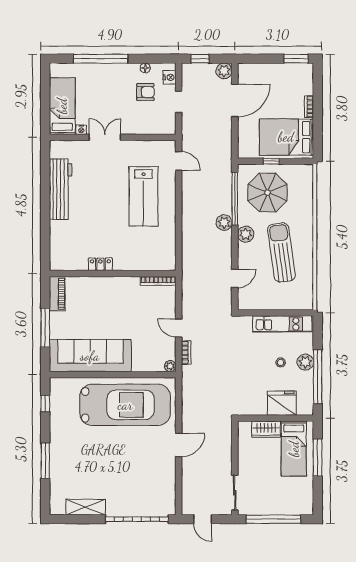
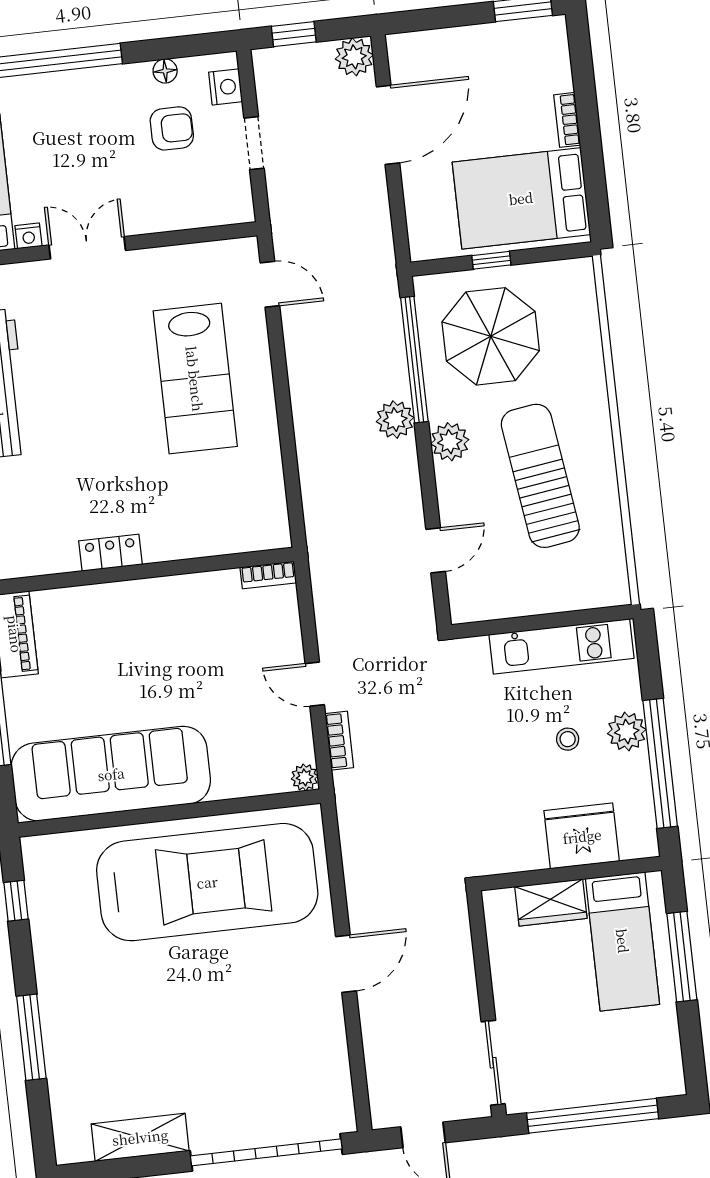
bookcase: (158, 281) -> (268, 575), width x0.64

